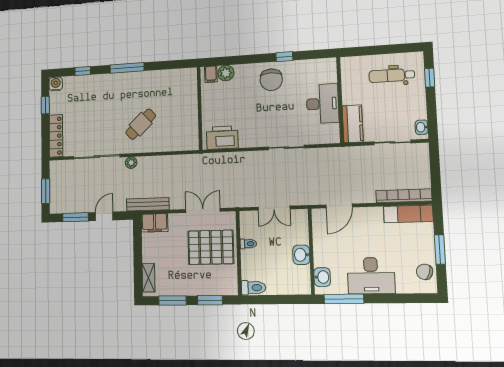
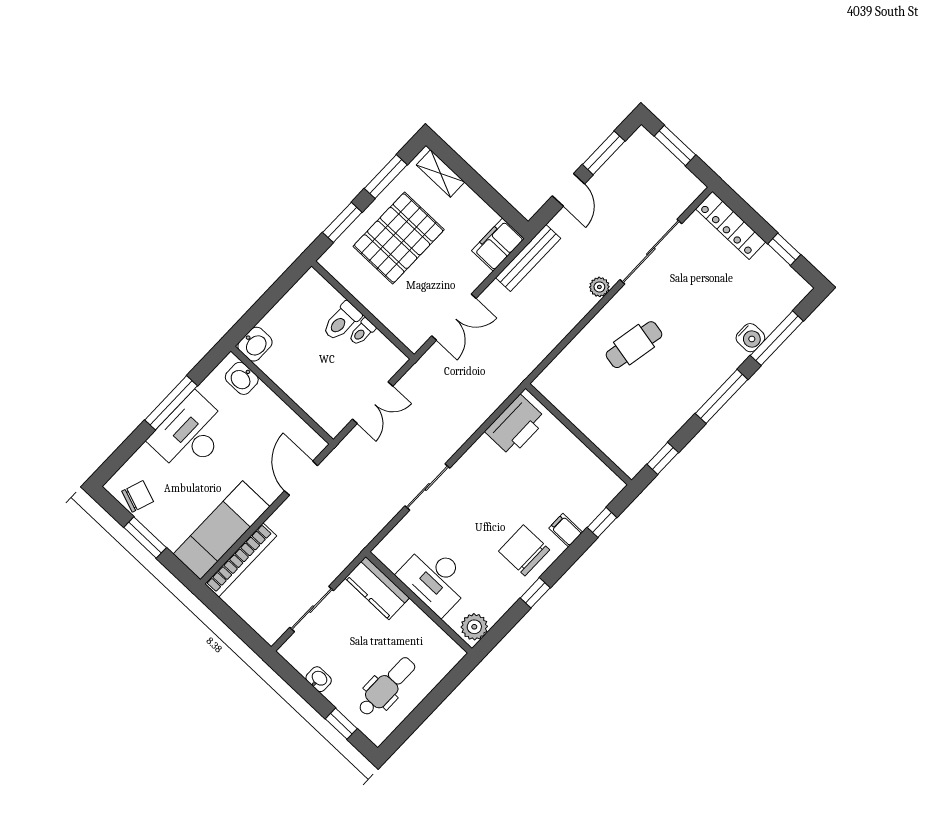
window: (226, 61) -> (602, 522), added
window: (175, 64) -> (663, 458), added
window: (83, 71) -> (777, 338), width x2.17
plant: (226, 73) -> (474, 627), moved
filing cabinet: (211, 74) -> (566, 530), moved
water cooler: (56, 84) -> (750, 338), moved
cafe table: (141, 124) -> (634, 345), turned 54
washbasin: (422, 127) -> (319, 679), moved
double door: (274, 208) -> (373, 403), swing flipped
exam couch: (408, 214) -> (221, 530), width x1.36, depth x1.45
pallet: (211, 247) -> (399, 238), moved
washbasin: (301, 255) -> (255, 344), moved, turned 90
toilet: (254, 288) -> (342, 321), moved
window: (344, 299) -> (171, 403), moved

